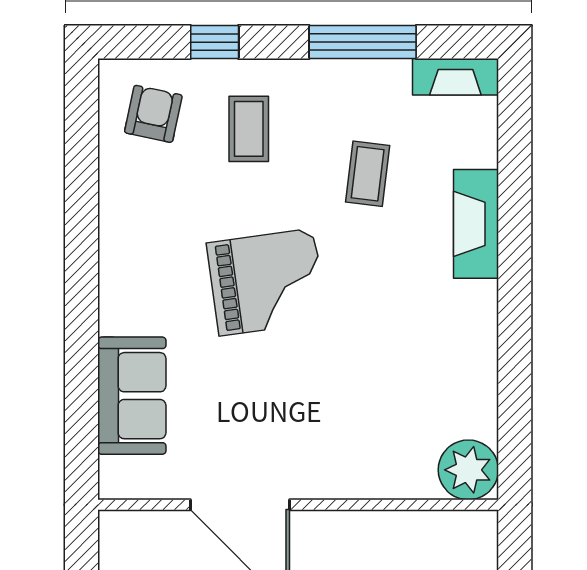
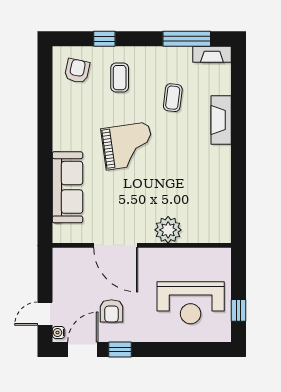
window: (363, 42) -> (187, 39), moved
sofa: (132, 396) -> (67, 187), width x1.36
plant: (468, 470) -> (168, 230), moved

